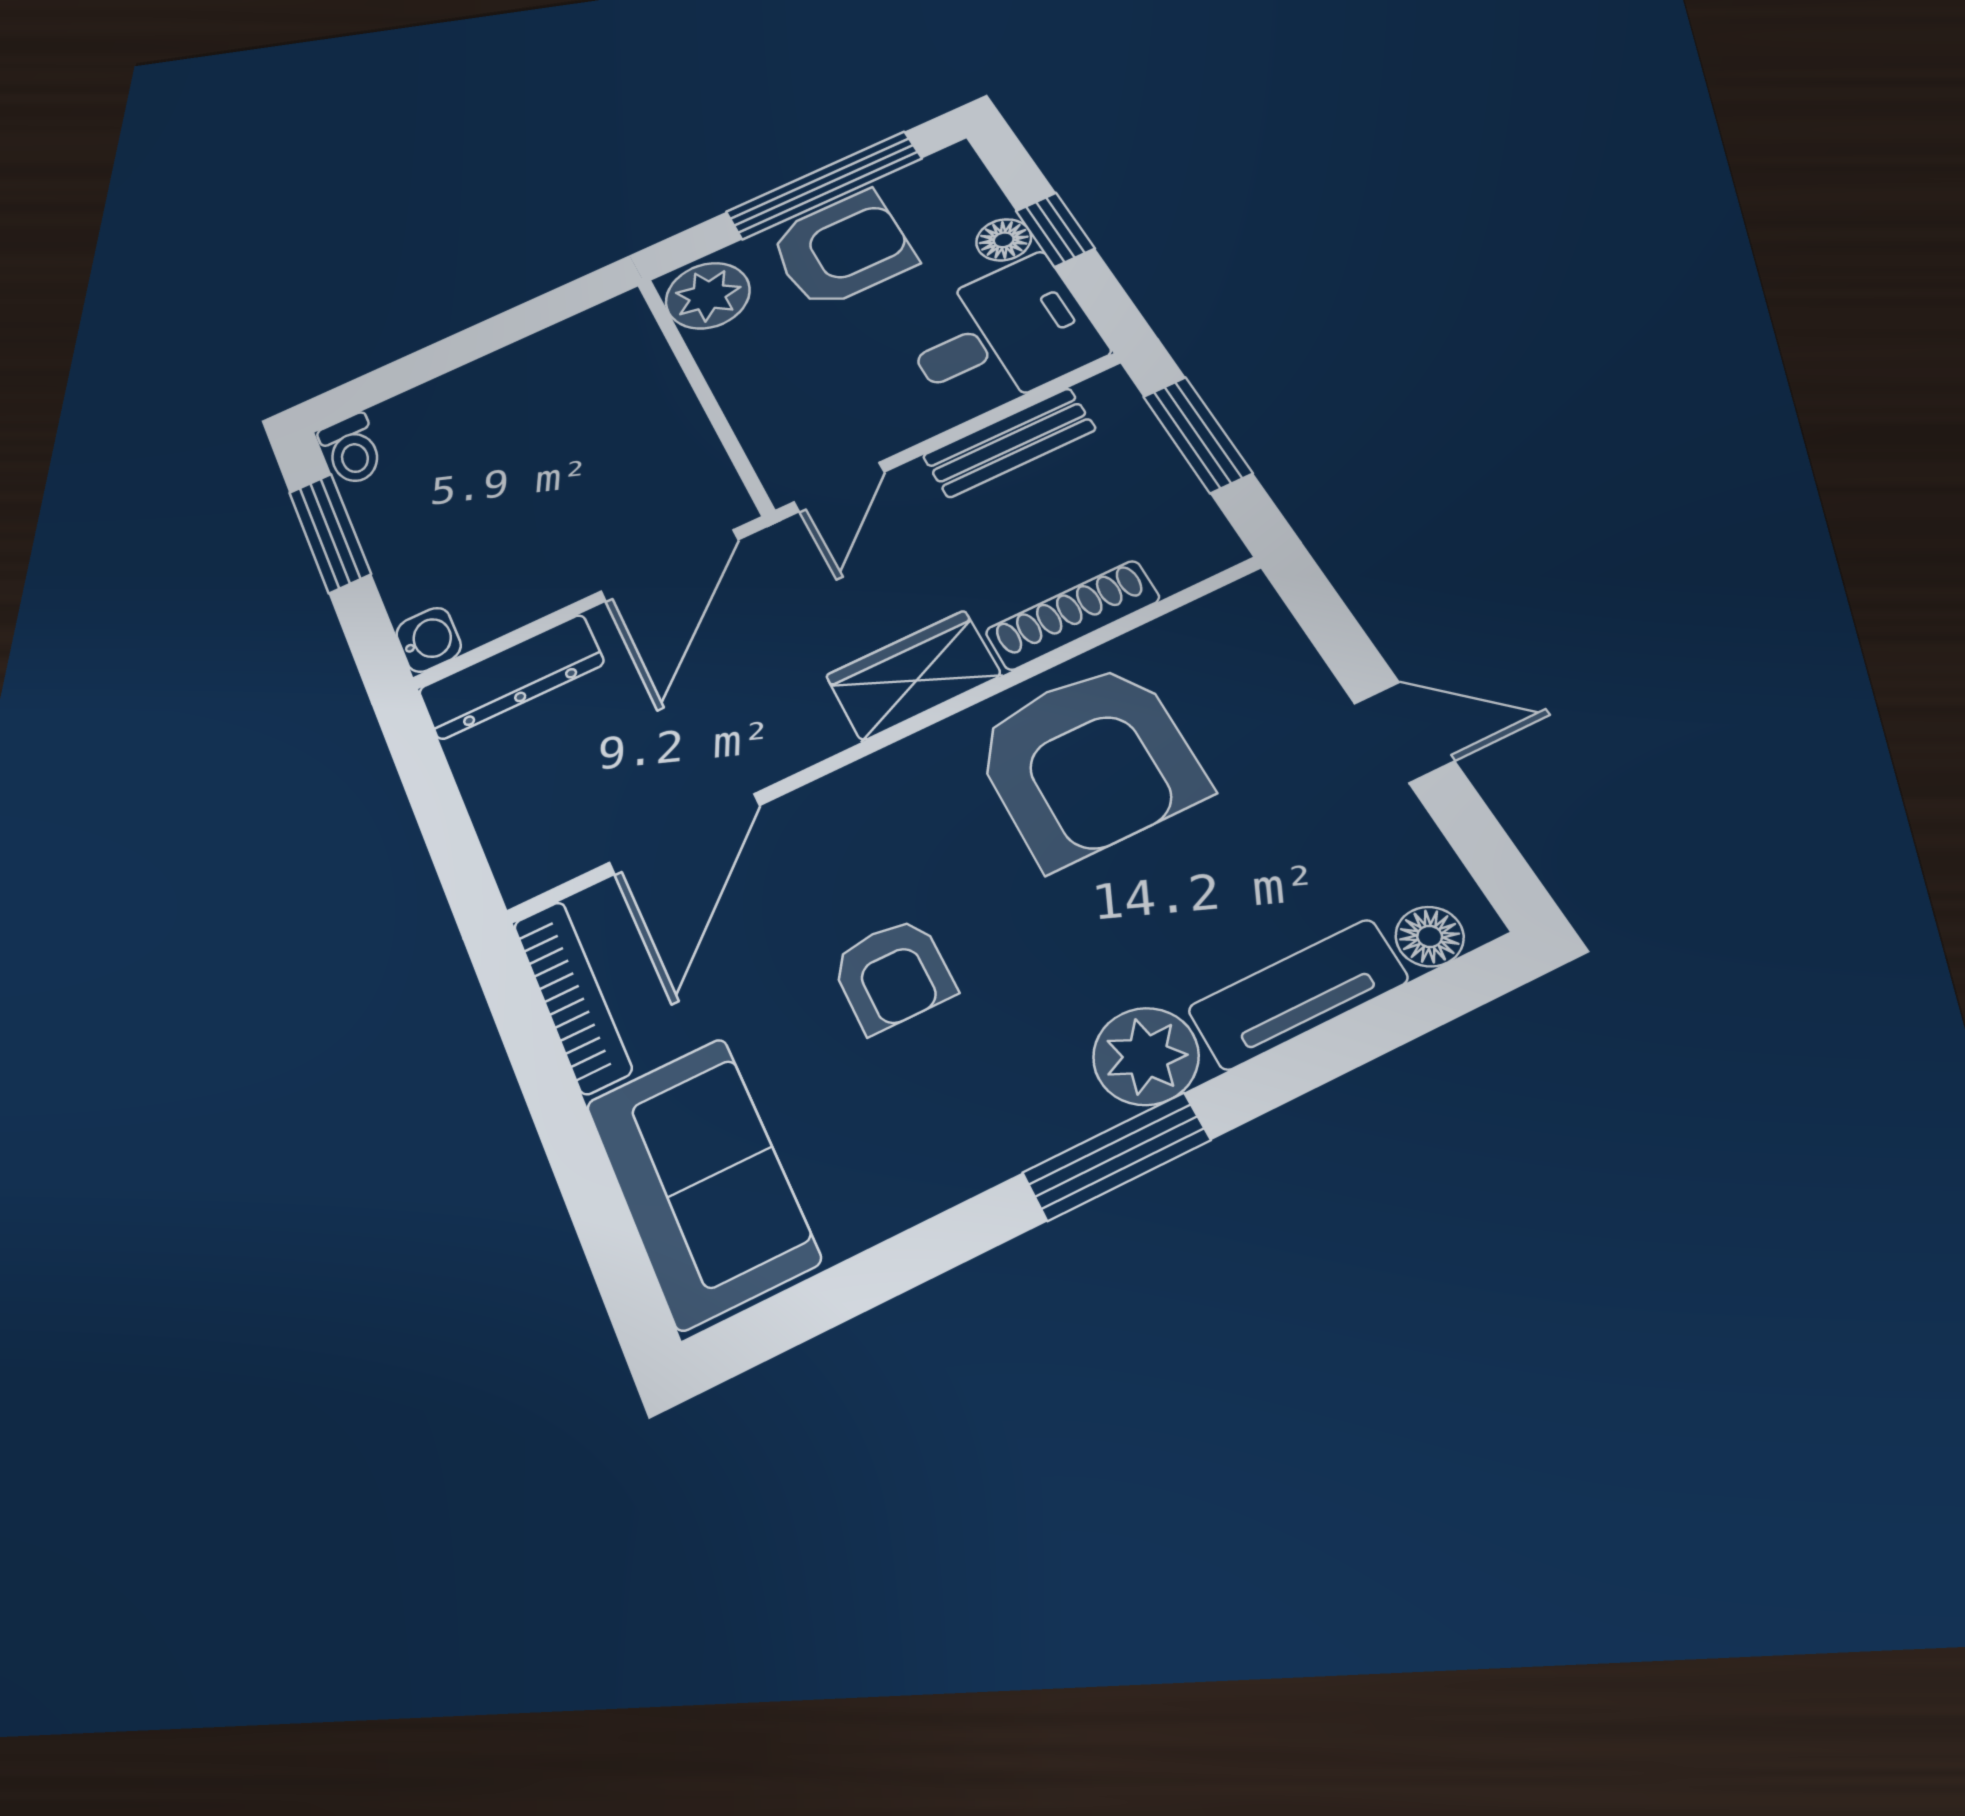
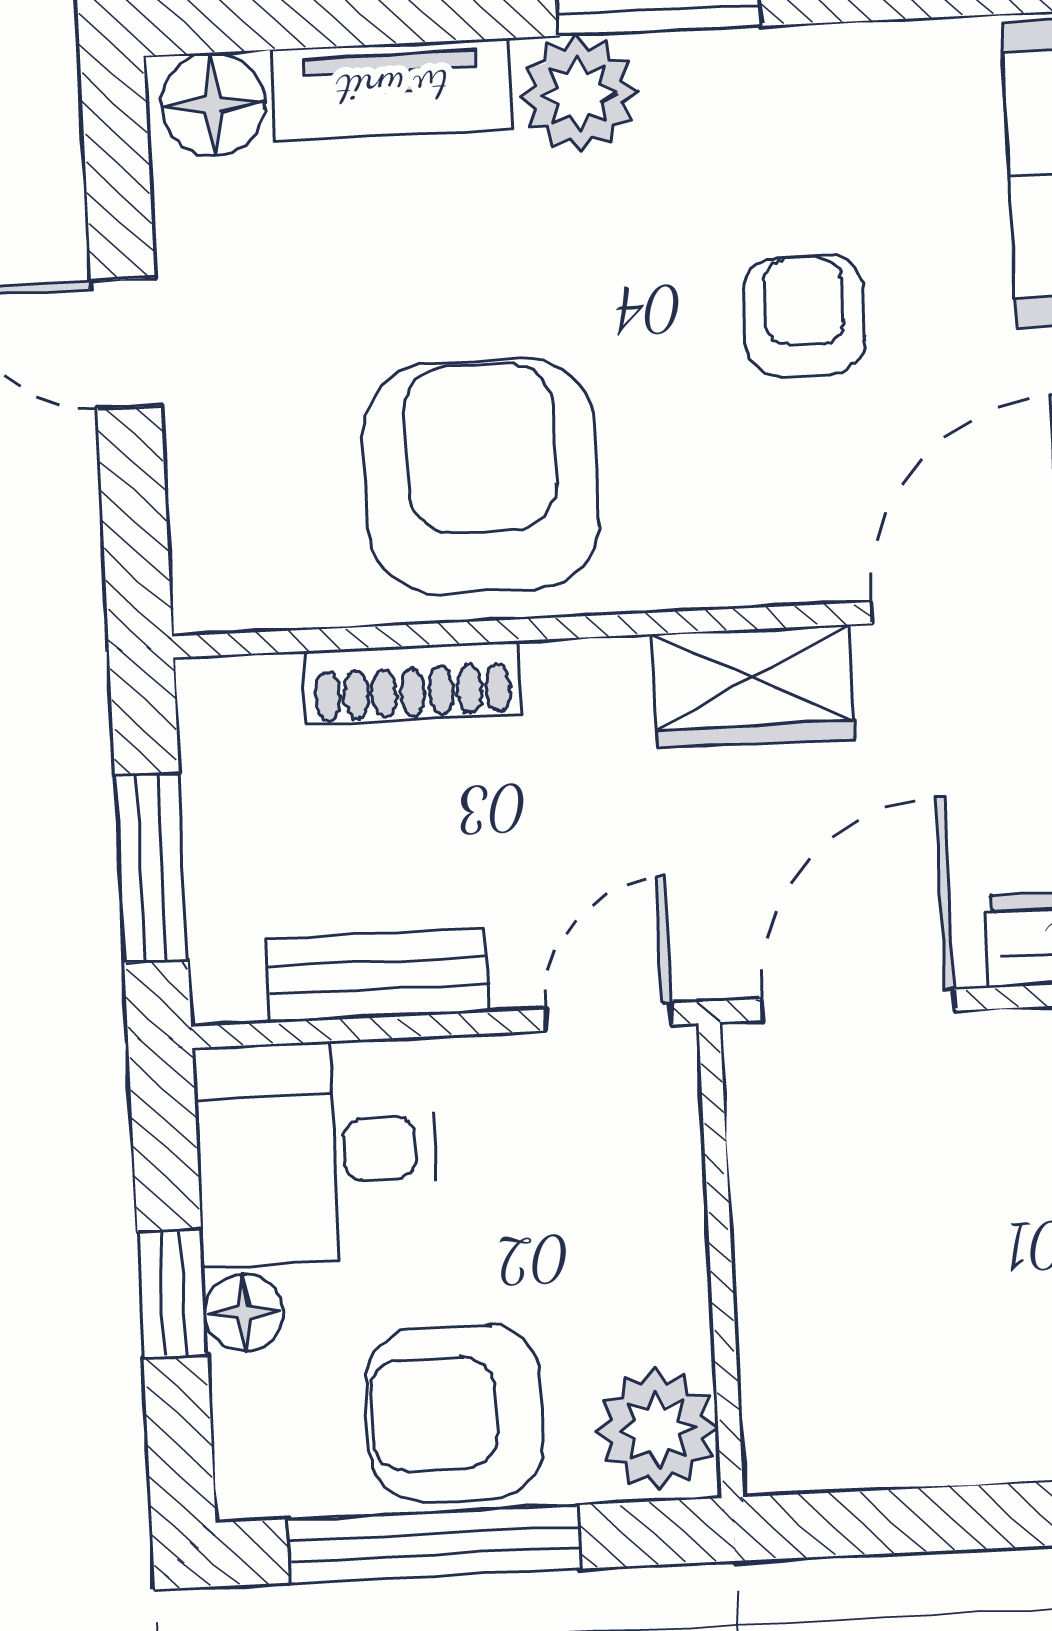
wardrobe: (913, 675) -> (754, 686), moved
floor lamp: (1430, 936) -> (213, 104), width x1.37, depth x1.37

